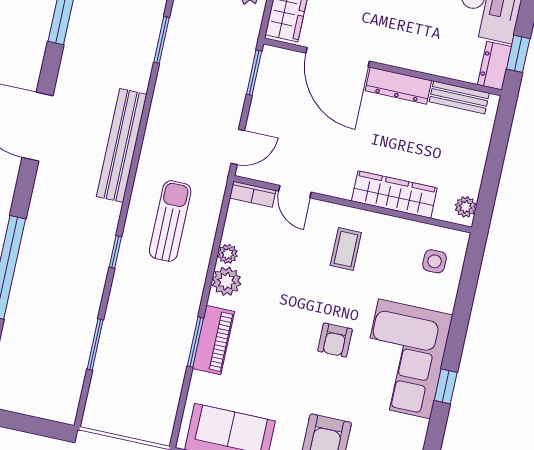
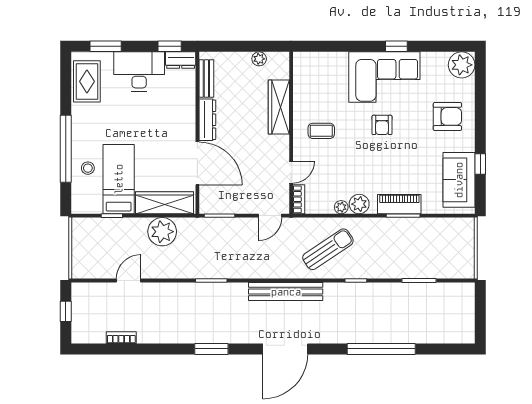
door: (338, 57) -> (197, 163), hinge flipped
door: (238, 147) -> (270, 216), swing flipped
plant: (466, 207) -> (259, 59), moved
sun lounger: (170, 221) -> (328, 249), turned 146
side table: (435, 261) -> (317, 71), removed
armchair: (335, 340) -> (382, 125), turned 90

